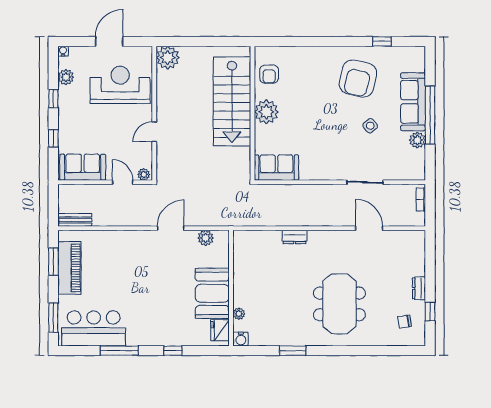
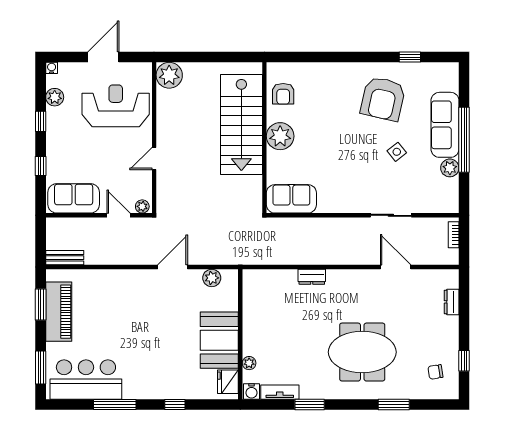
dresser: (419, 288) -> (452, 302), moved
meeting table: (339, 304) -> (362, 352), turned 90
tv unit: (266, 340) -> (280, 392), added
window: (367, 351) -> (394, 405), added

